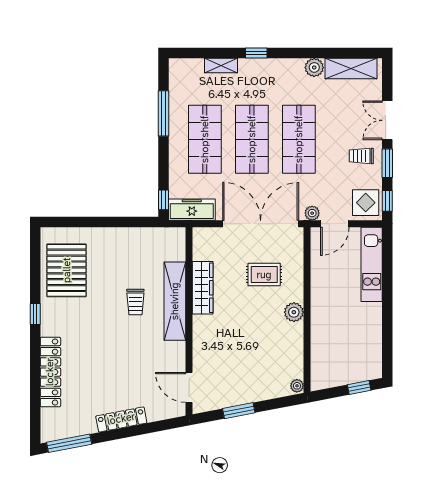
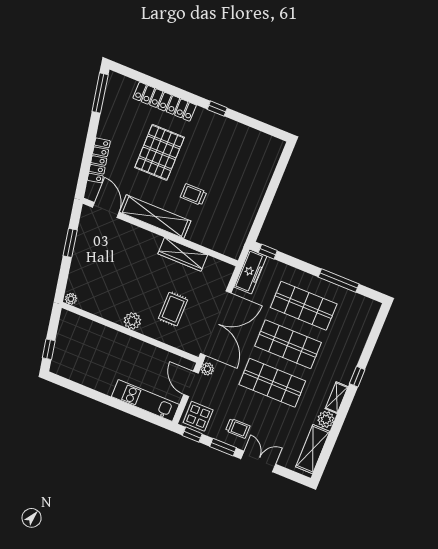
shelving: (221, 65) -> (337, 398), moved
trolley: (361, 156) -> (238, 428), turned 90
pallet: (67, 270) -> (160, 152), moved, turned 90
shelving: (175, 301) -> (155, 217), moved
door: (189, 387) -> (106, 210), hinge flipped
locker: (121, 419) -> (99, 160), moved

